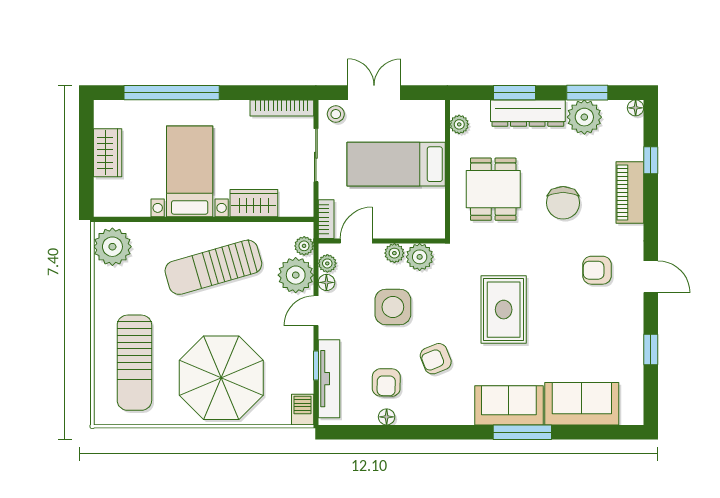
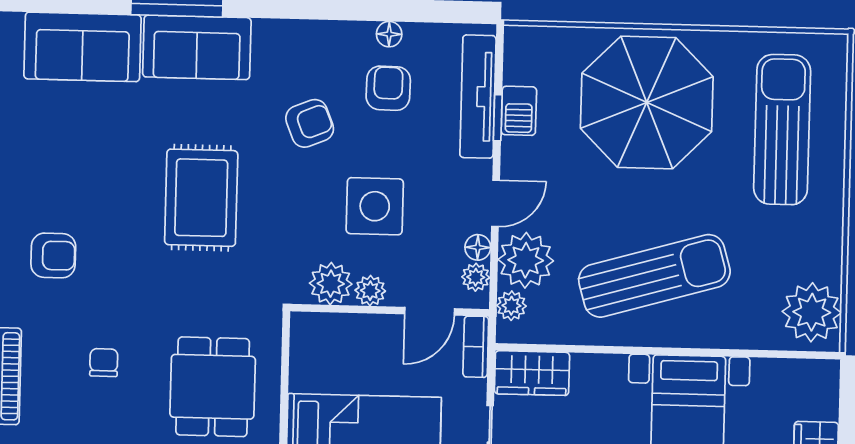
wardrobe: (254, 203) -> (532, 373), moved
chair: (563, 203) -> (104, 363), width x0.54, depth x0.54
barbecue: (303, 410) -> (519, 111), moved

